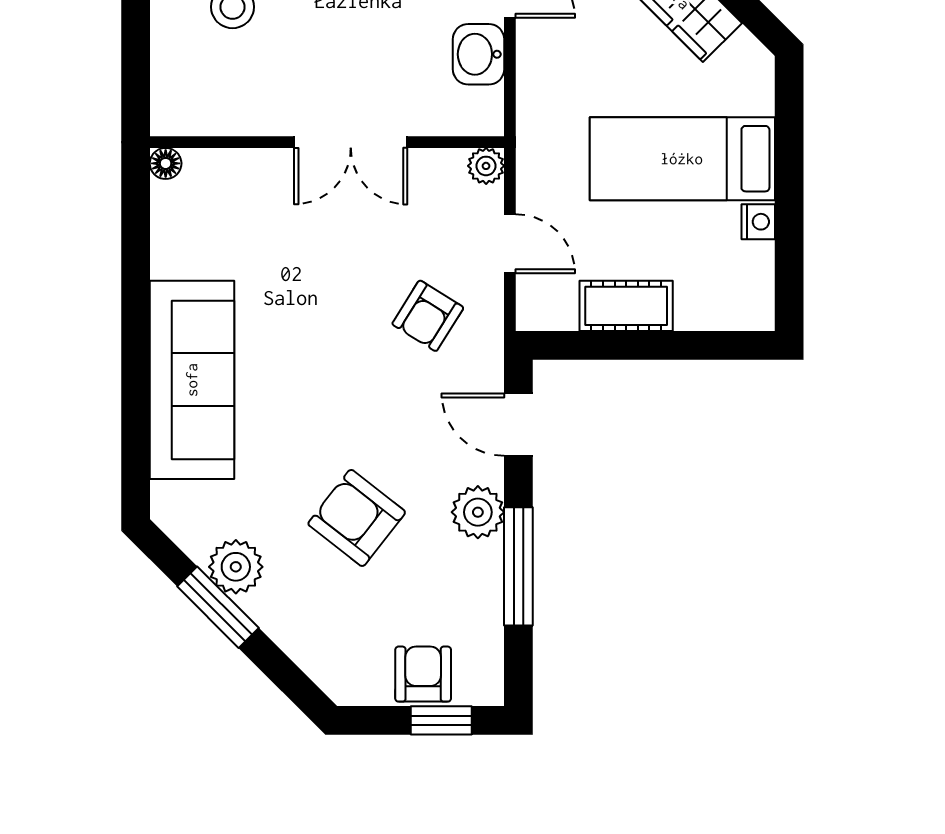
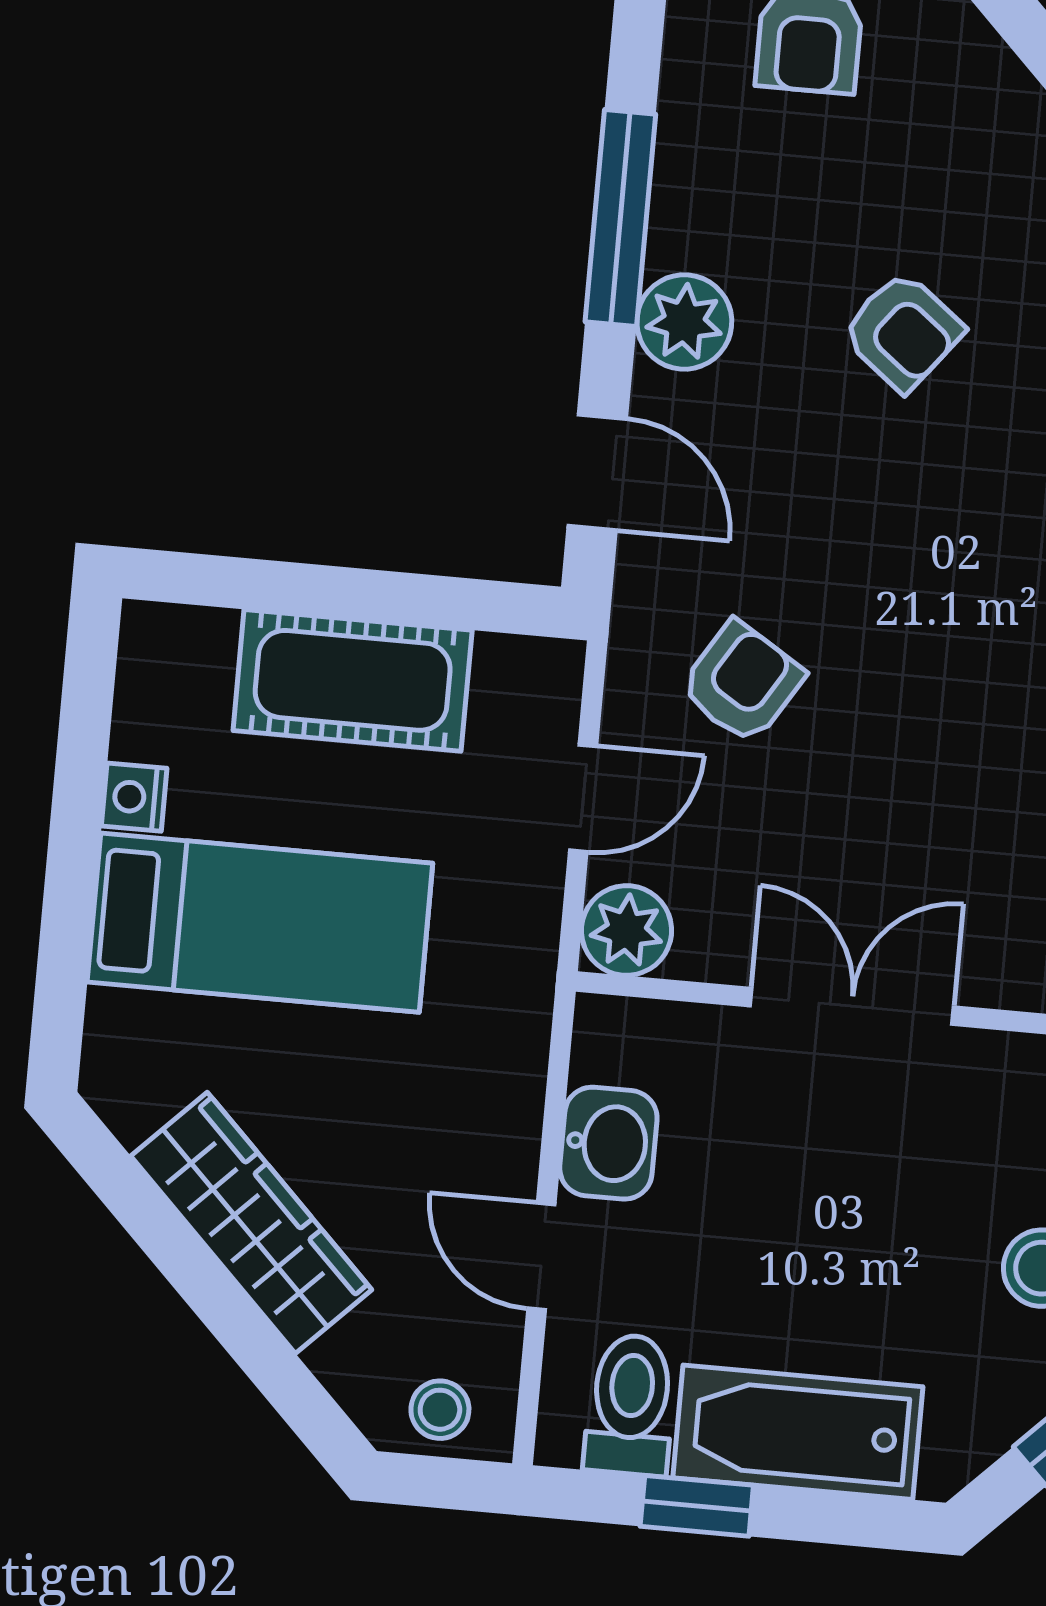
plant: (486, 166) -> (626, 930), width x1.38, depth x1.38
door: (510, 244) -> (583, 798), swing flipped
cot: (626, 306) -> (353, 680), width x1.37, depth x1.34
armchair: (357, 518) -> (903, 331), width x0.72, depth x0.72

